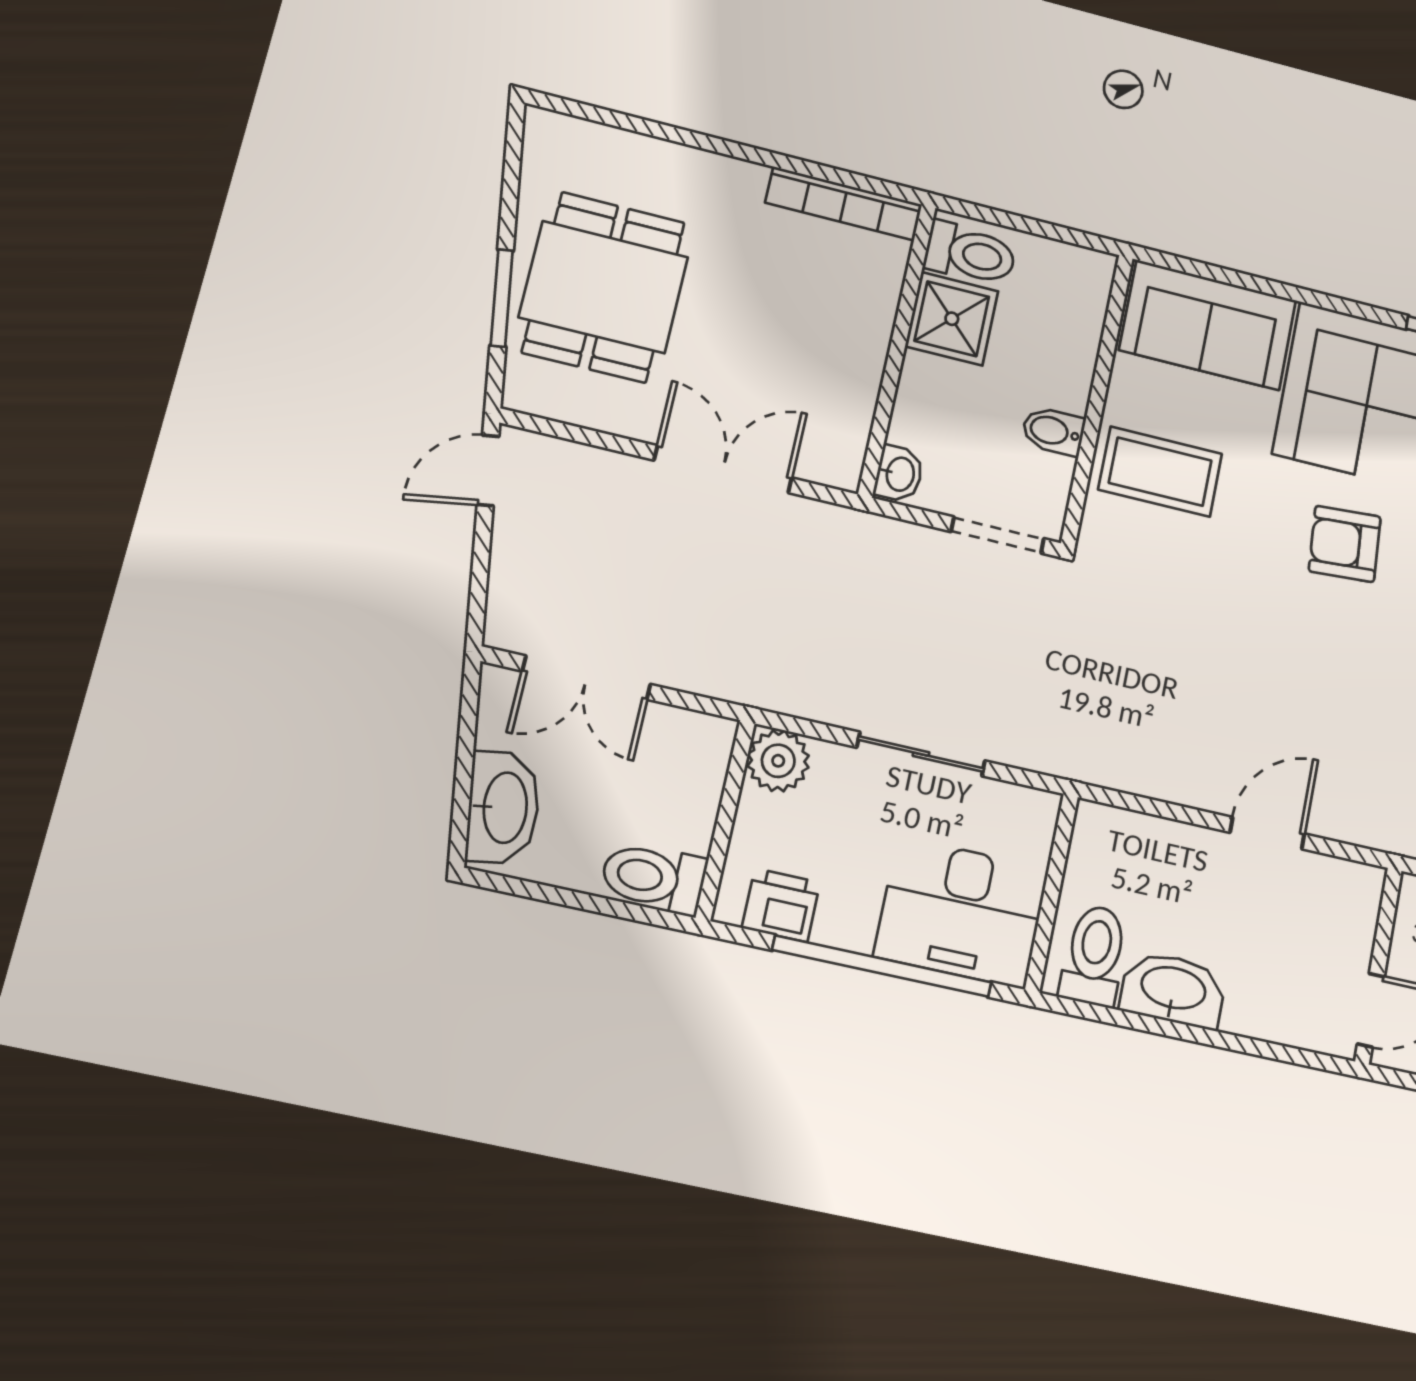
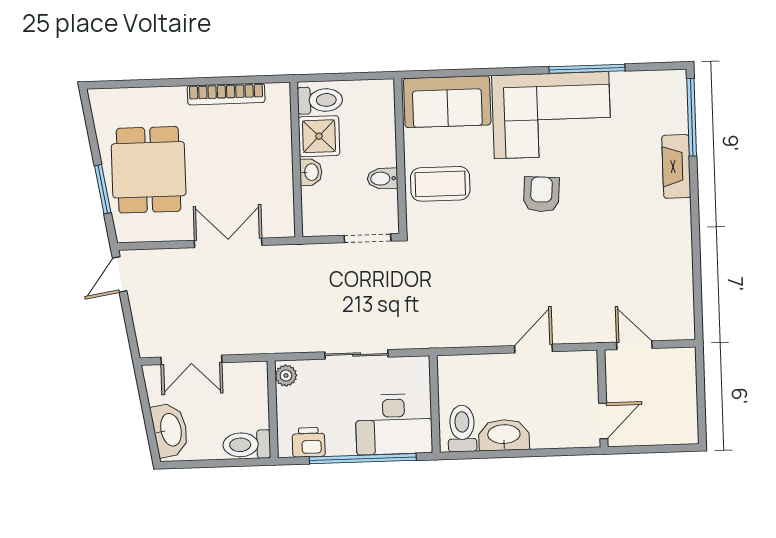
bookcase: (844, 204) -> (226, 94), moved
washbasin: (899, 474) -> (311, 172), moved
armchair: (1345, 544) -> (541, 194), turned 98
plant: (778, 761) -> (286, 376), width x0.73, depth x0.73

